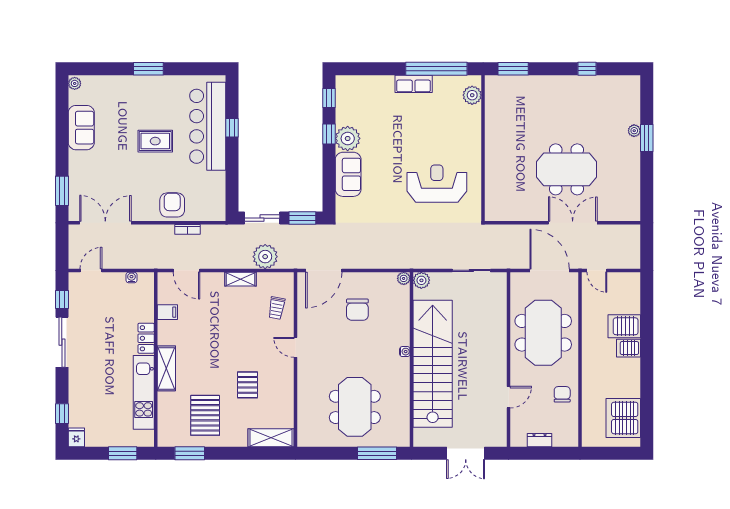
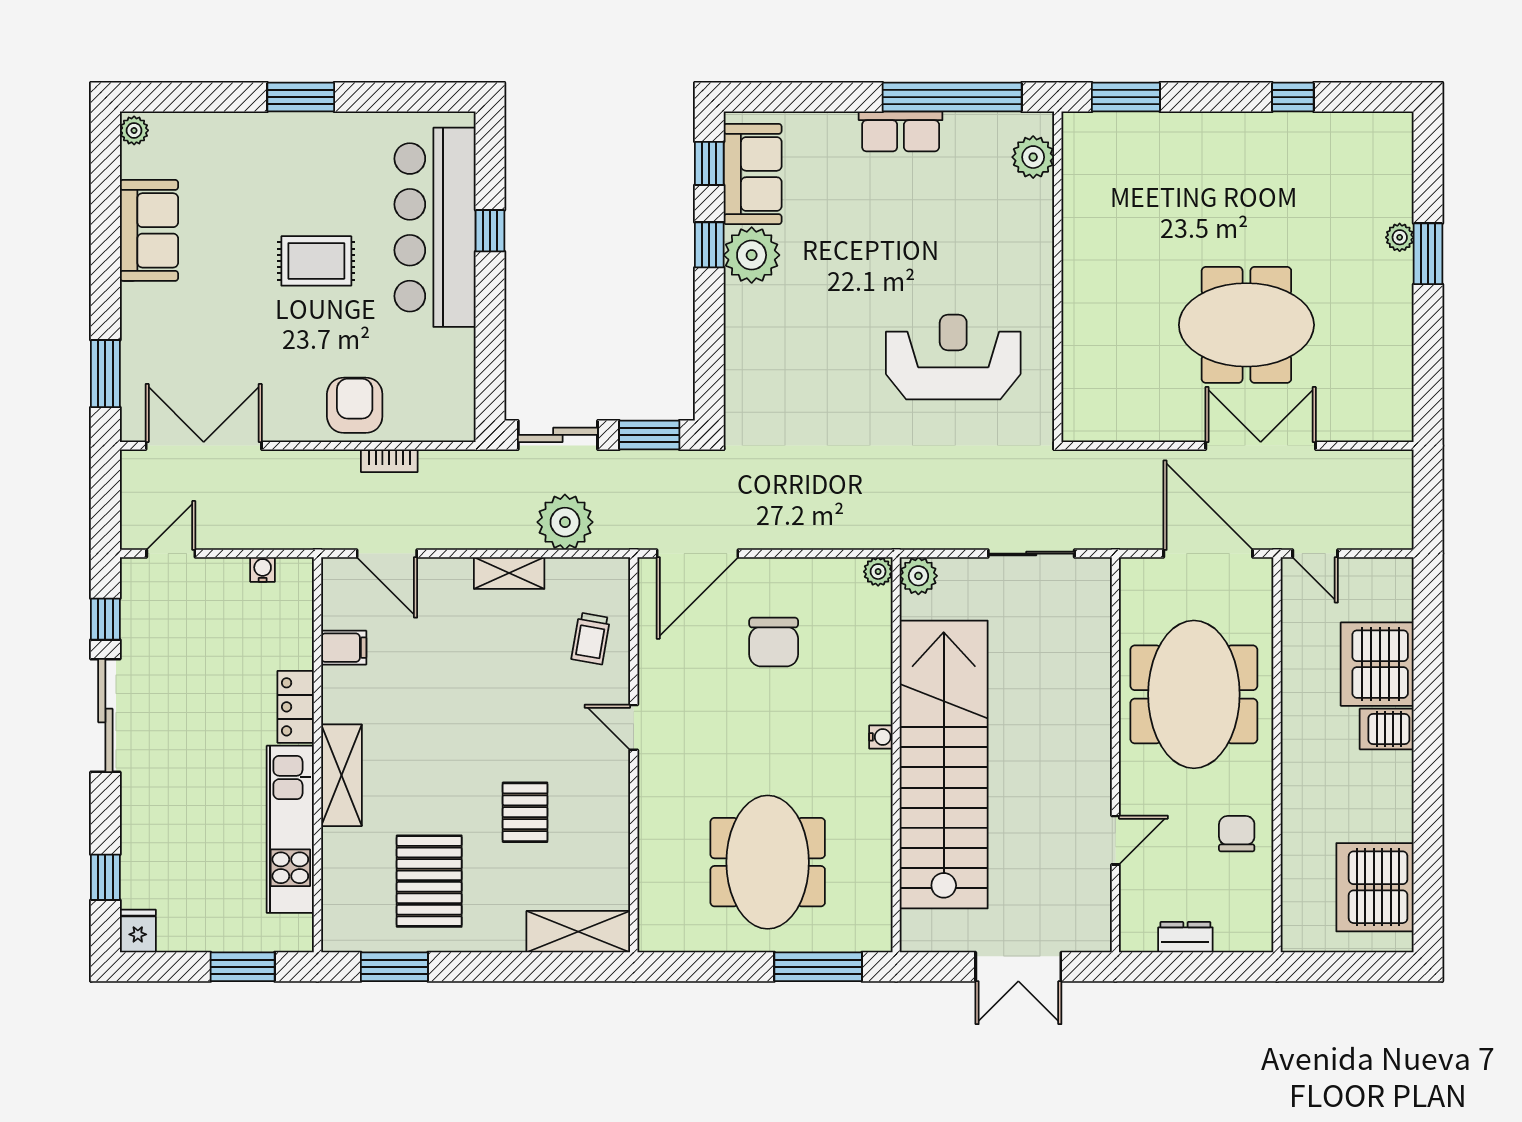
sofa: (348, 174) -> (753, 174), moved
server rack: (624, 326) -> (1377, 664), width x1.60

